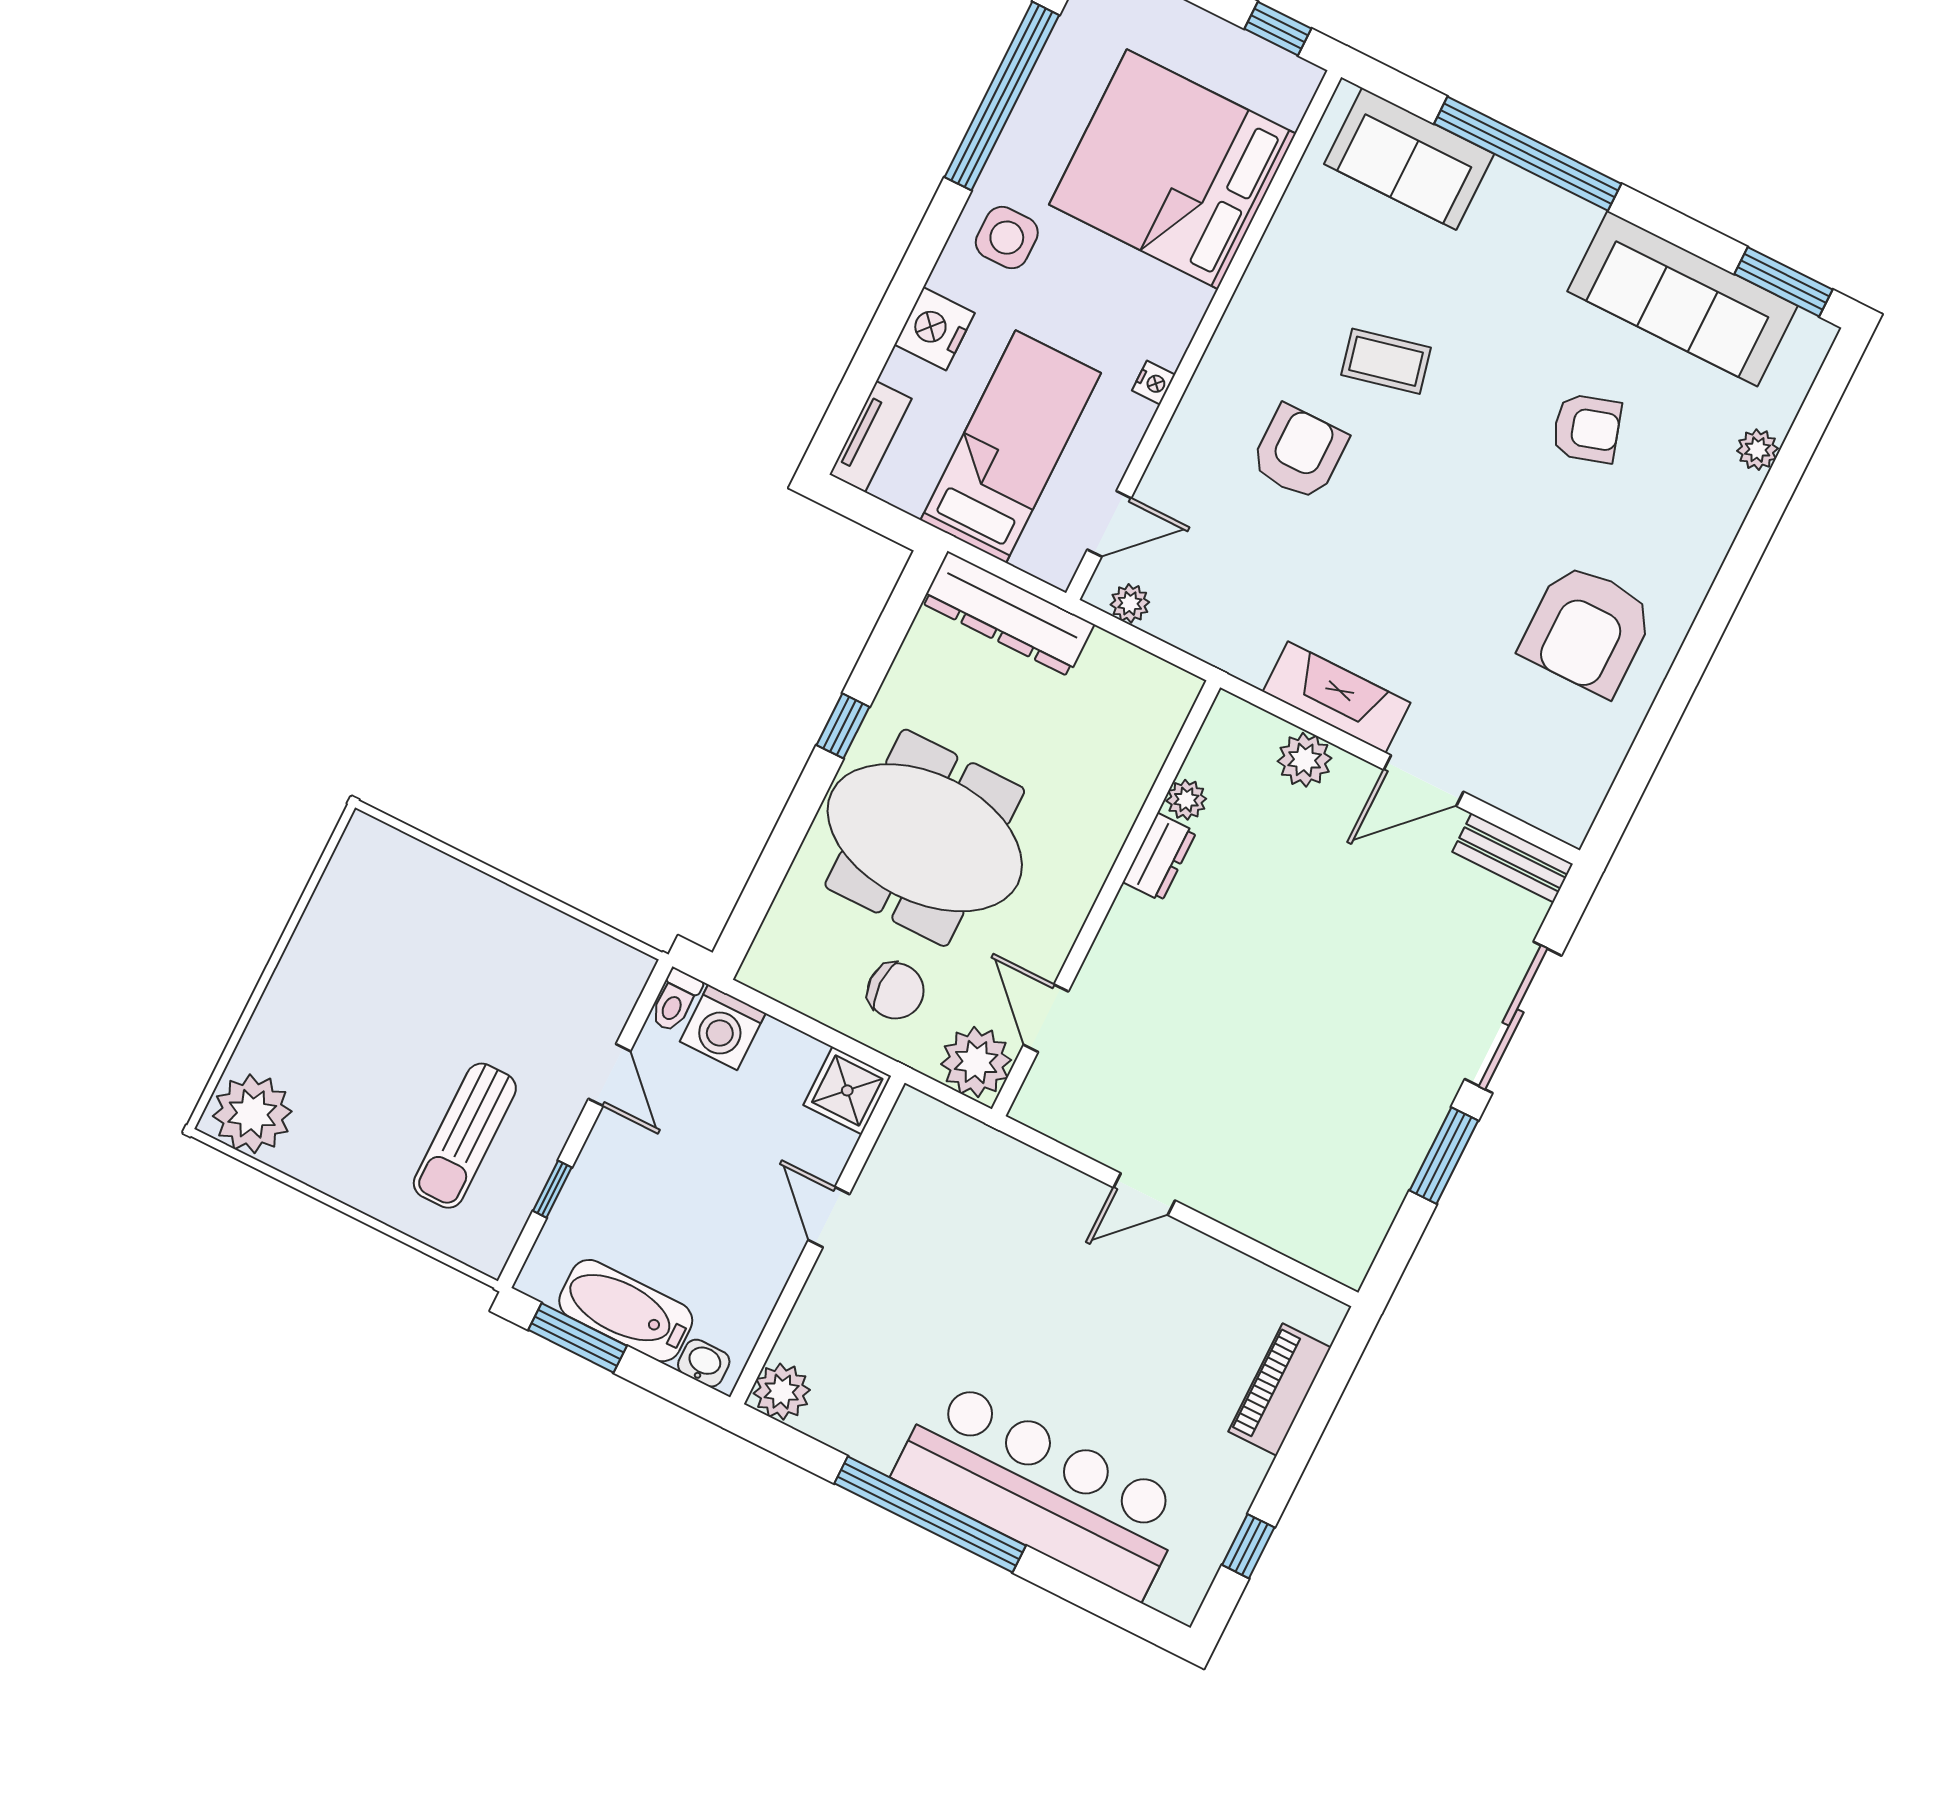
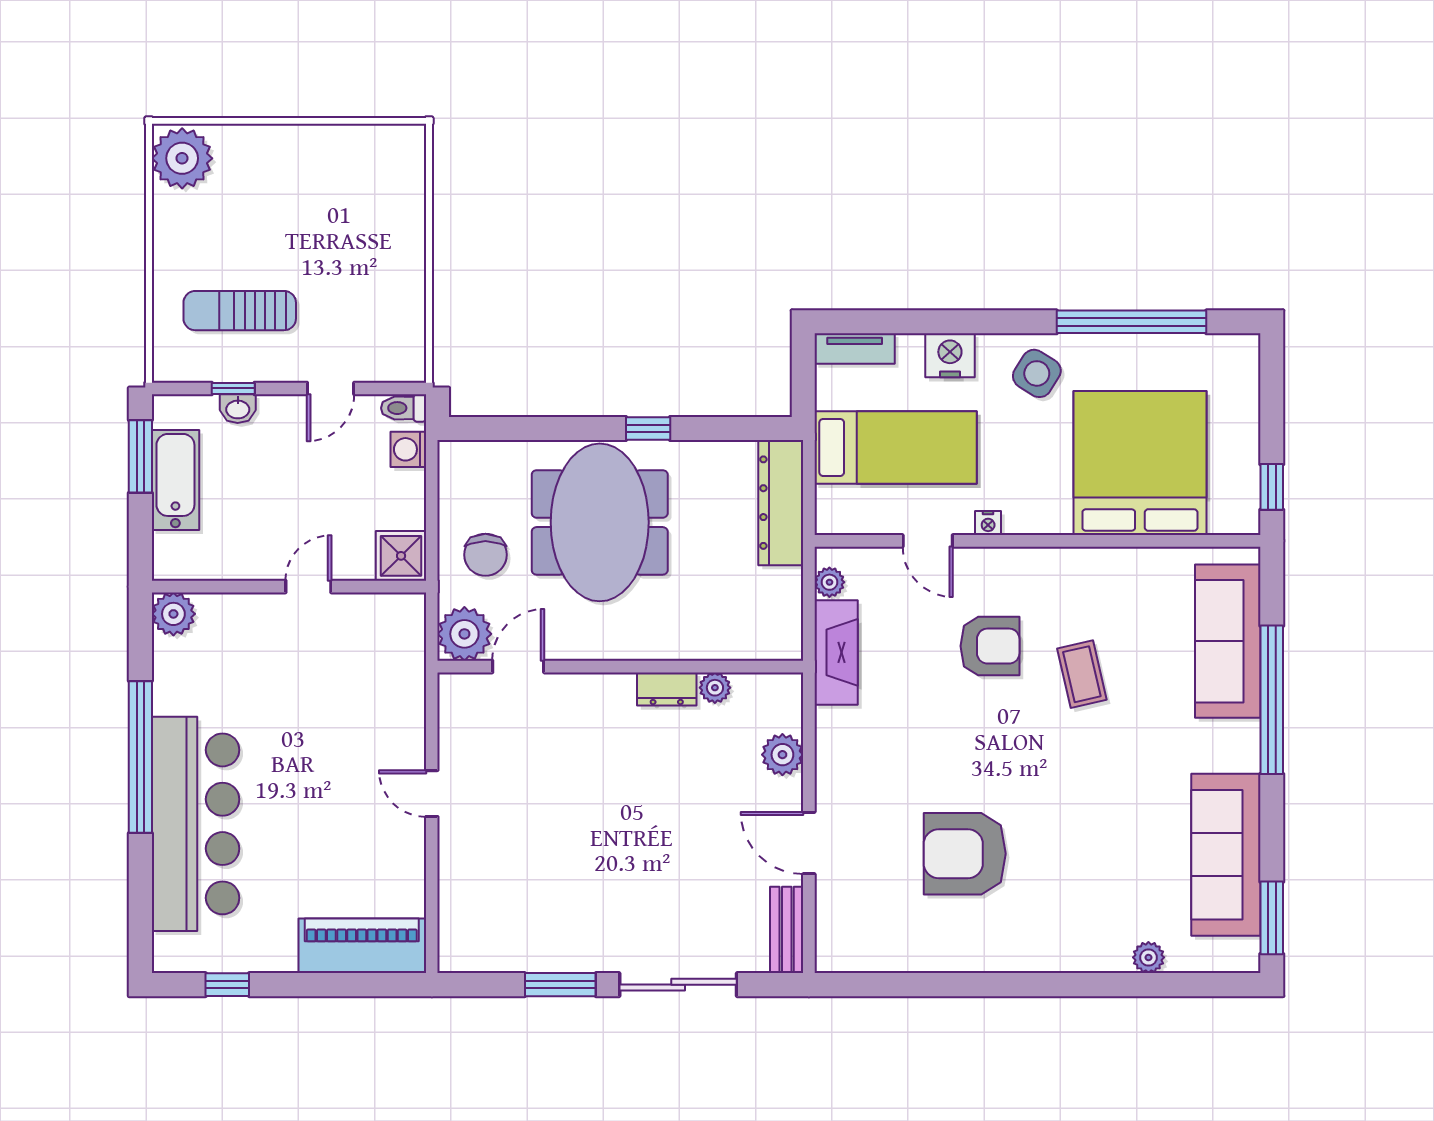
sofa: (1409, 159) -> (1228, 641), width x1.36
side table: (1007, 238) -> (1037, 373), turned 32
armchair: (1587, 428) -> (1105, 834), removed
door: (1109, 524) -> (928, 541), moved
armchair: (1587, 629) -> (965, 854), moved
fireplace: (1337, 697) -> (836, 652), moved
washing machine: (723, 1027) -> (408, 449), width x0.73, depth x0.73
washbasin: (704, 1363) -> (238, 409), moved, turned 90
piano: (1280, 1389) -> (362, 946), width x1.37, depth x1.33

